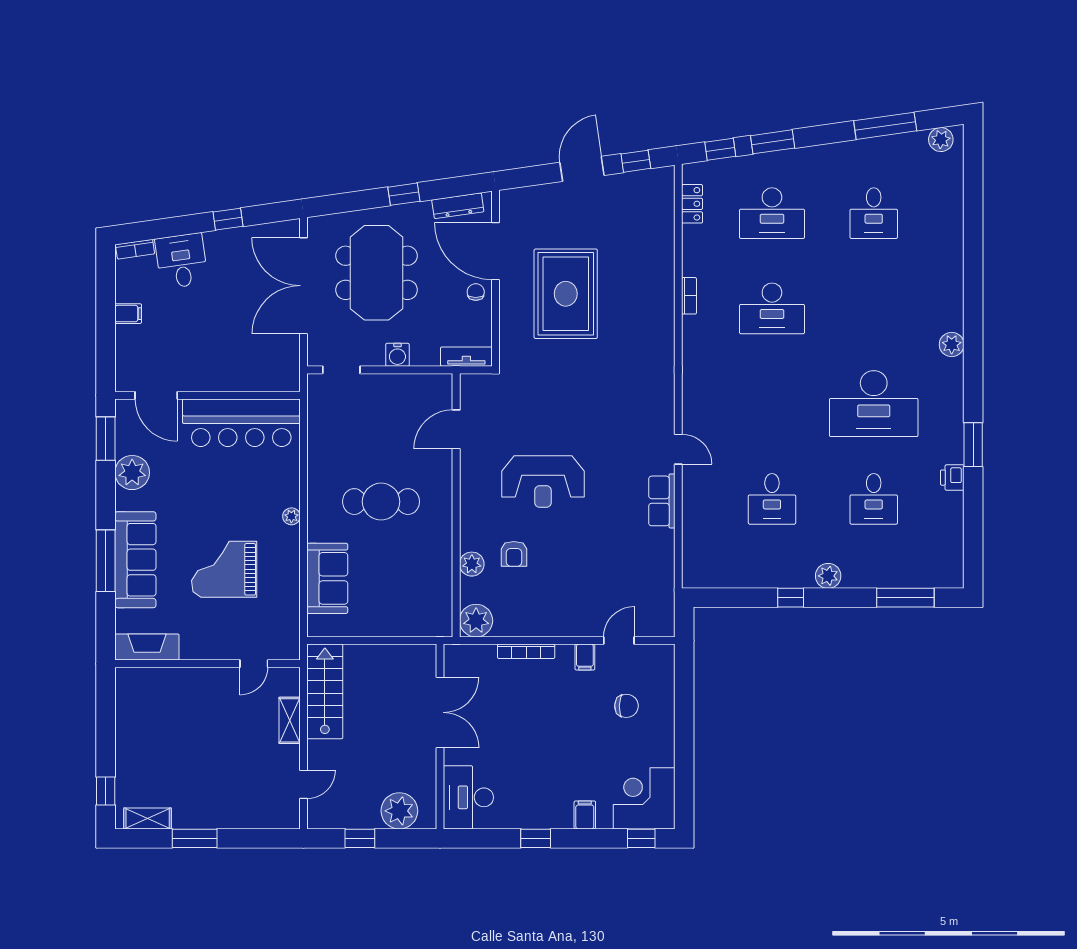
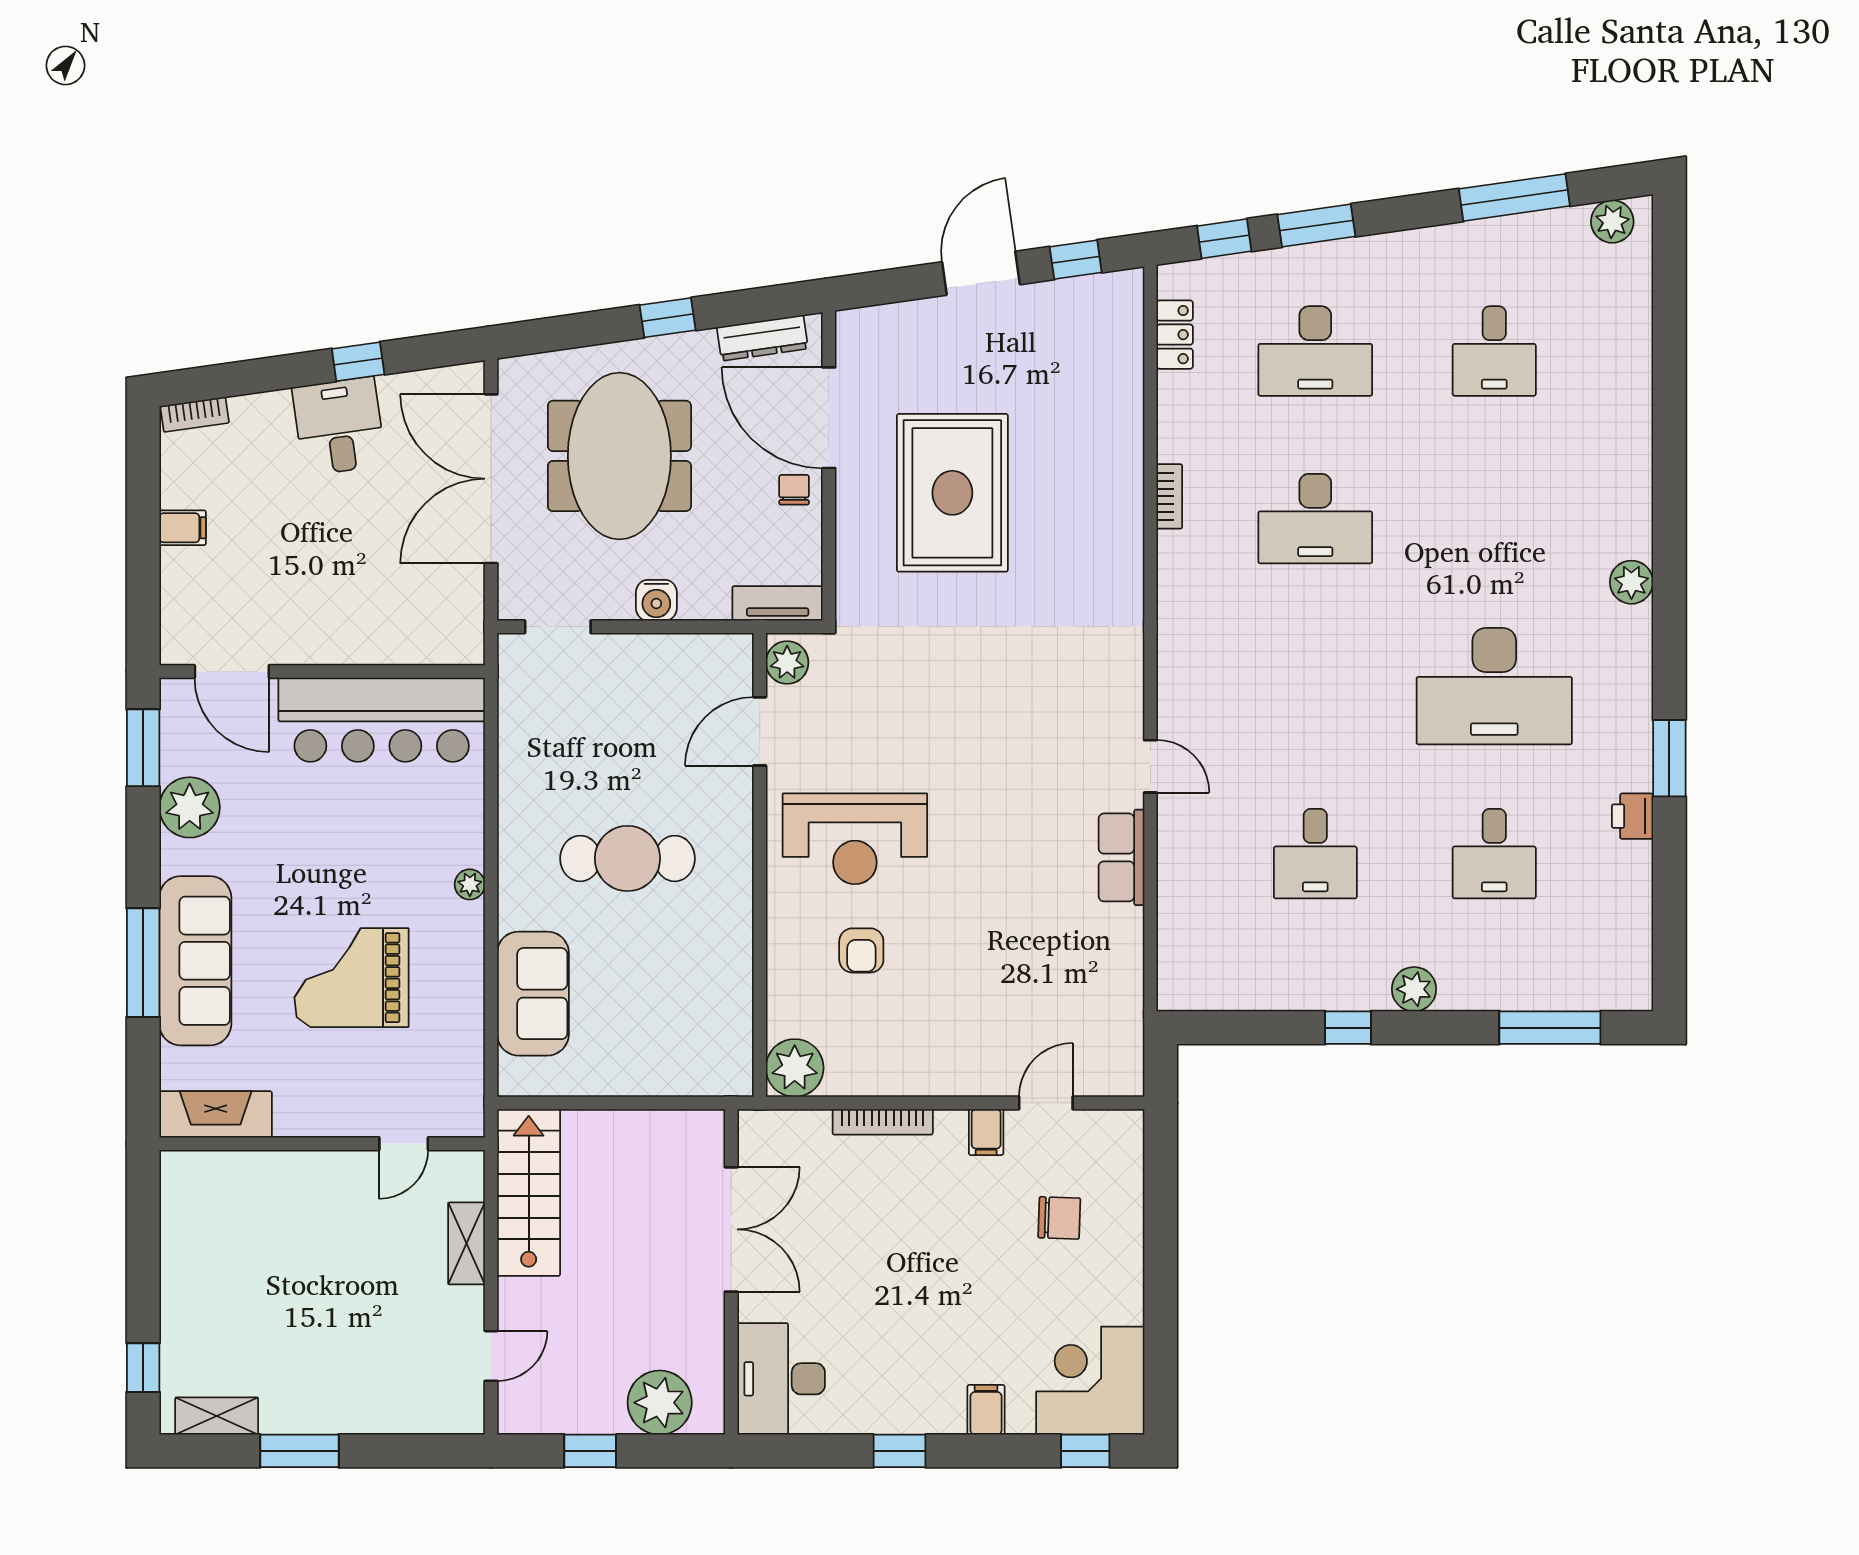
desk: (181, 261) -> (339, 426), moved
reception desk: (543, 482) -> (855, 839), moved
plant: (472, 564) -> (787, 663), moved

